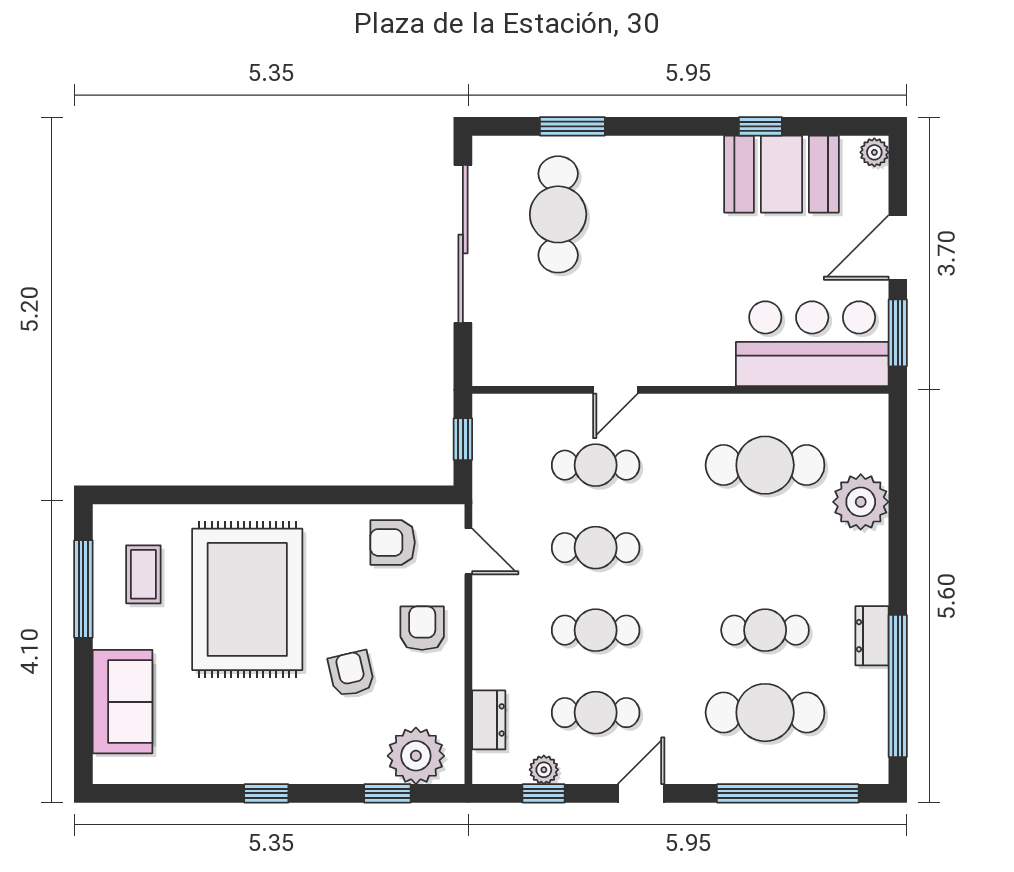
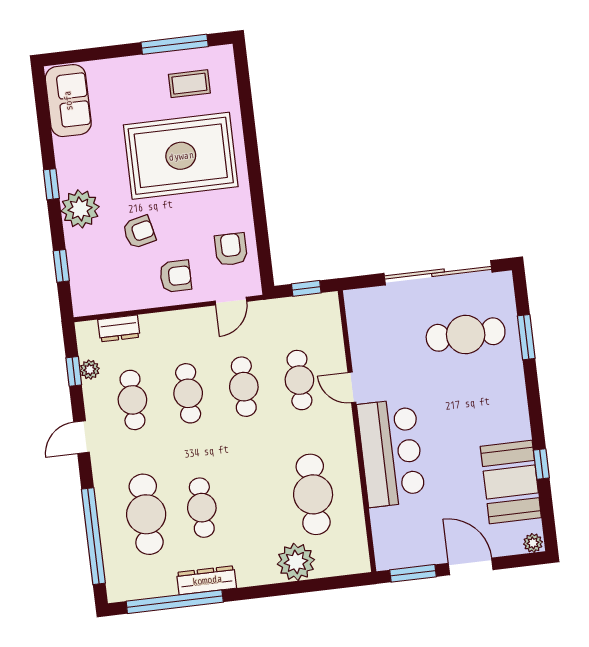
bar counter: (812, 344) -> (391, 453), moved
dresser: (872, 636) -> (207, 580), width x1.44
sofa: (122, 702) -> (68, 101), moved, turned -90
plant: (416, 756) -> (80, 209), moved
door: (641, 793) -> (82, 437), swing flipped

